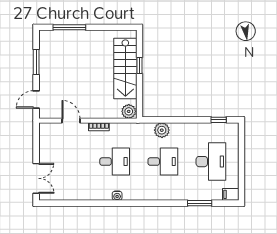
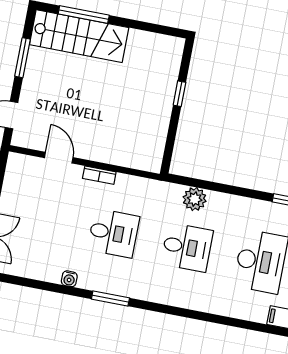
stairs: (125, 68) -> (79, 36), moved, turned -90
plant: (129, 111) -> (150, 161), removed
water cooler: (117, 196) -> (69, 279), moved
window: (200, 203) -> (110, 299), moved

